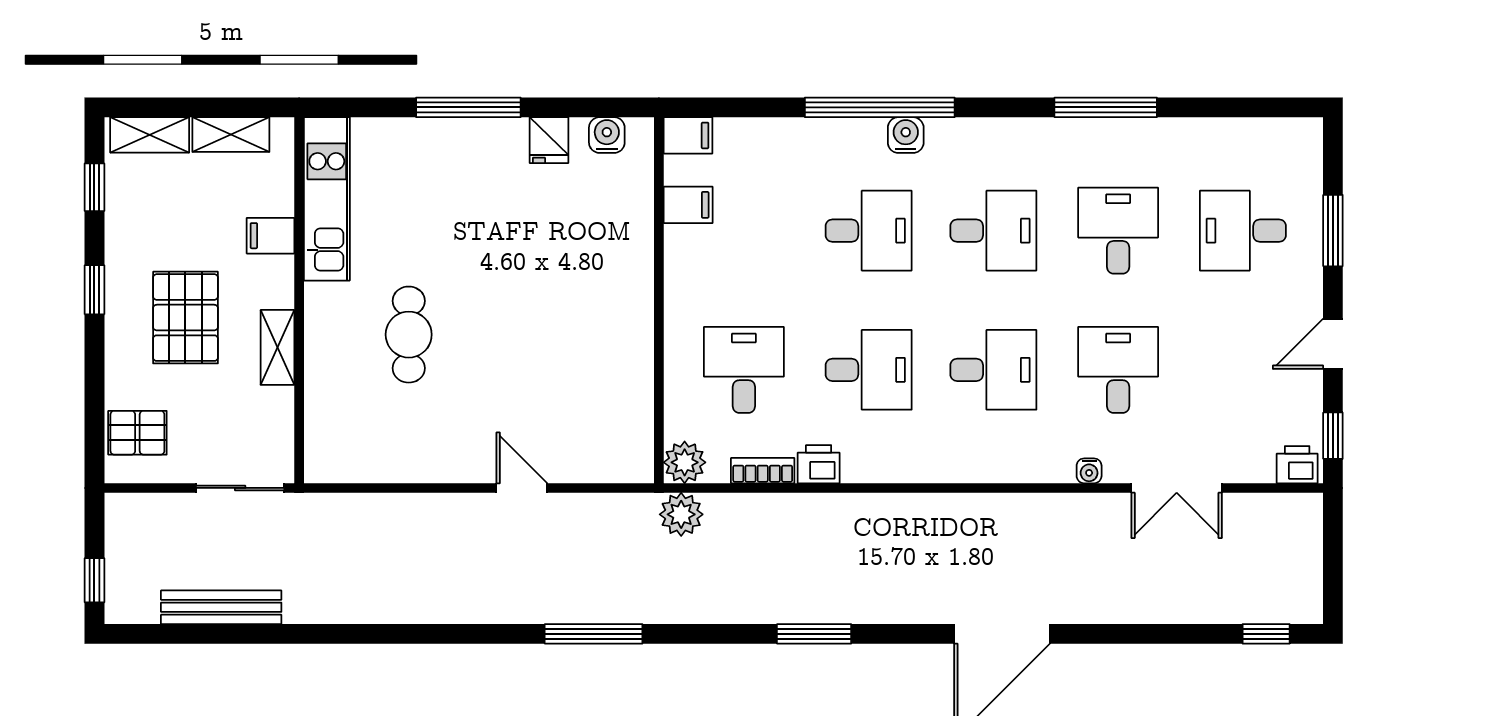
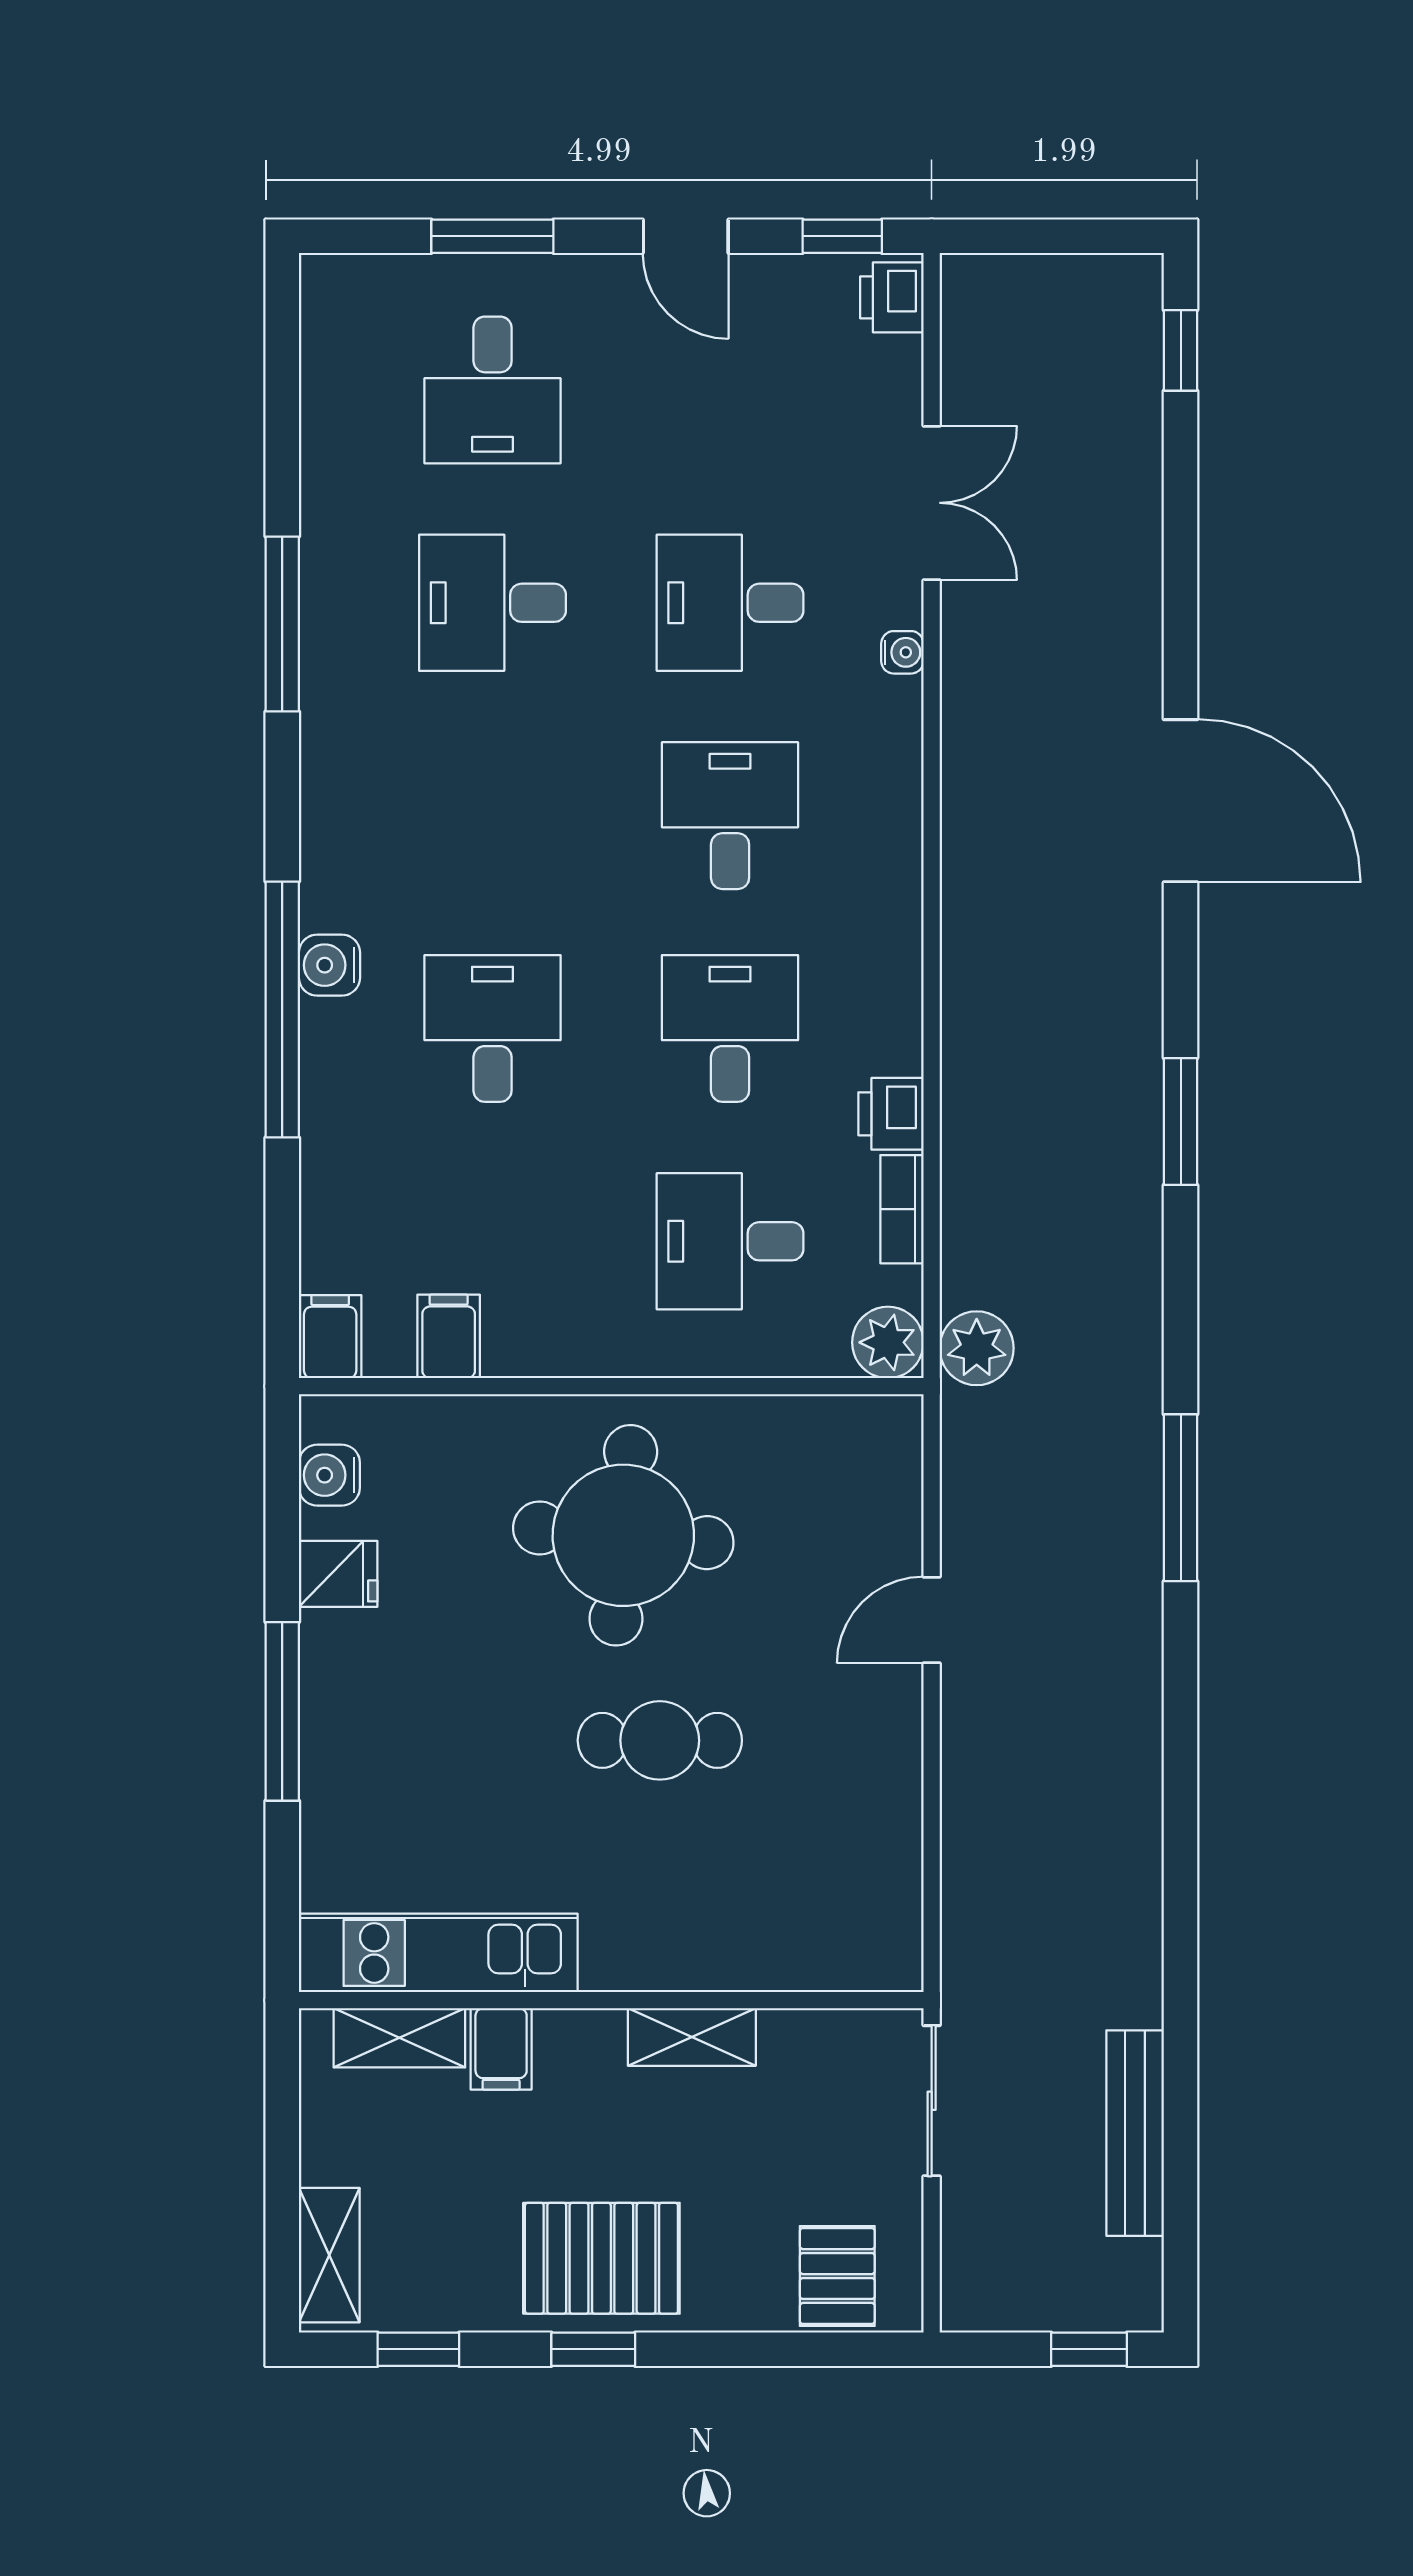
shelving: (231, 135) -> (399, 2038), moved, turned 90
desk: (993, 231) -> (493, 816), removed
round table: (572, 307) -> (623, 1535), added
pallet: (185, 318) -> (601, 2258), moved
cafe table: (409, 335) -> (660, 1740), moved

